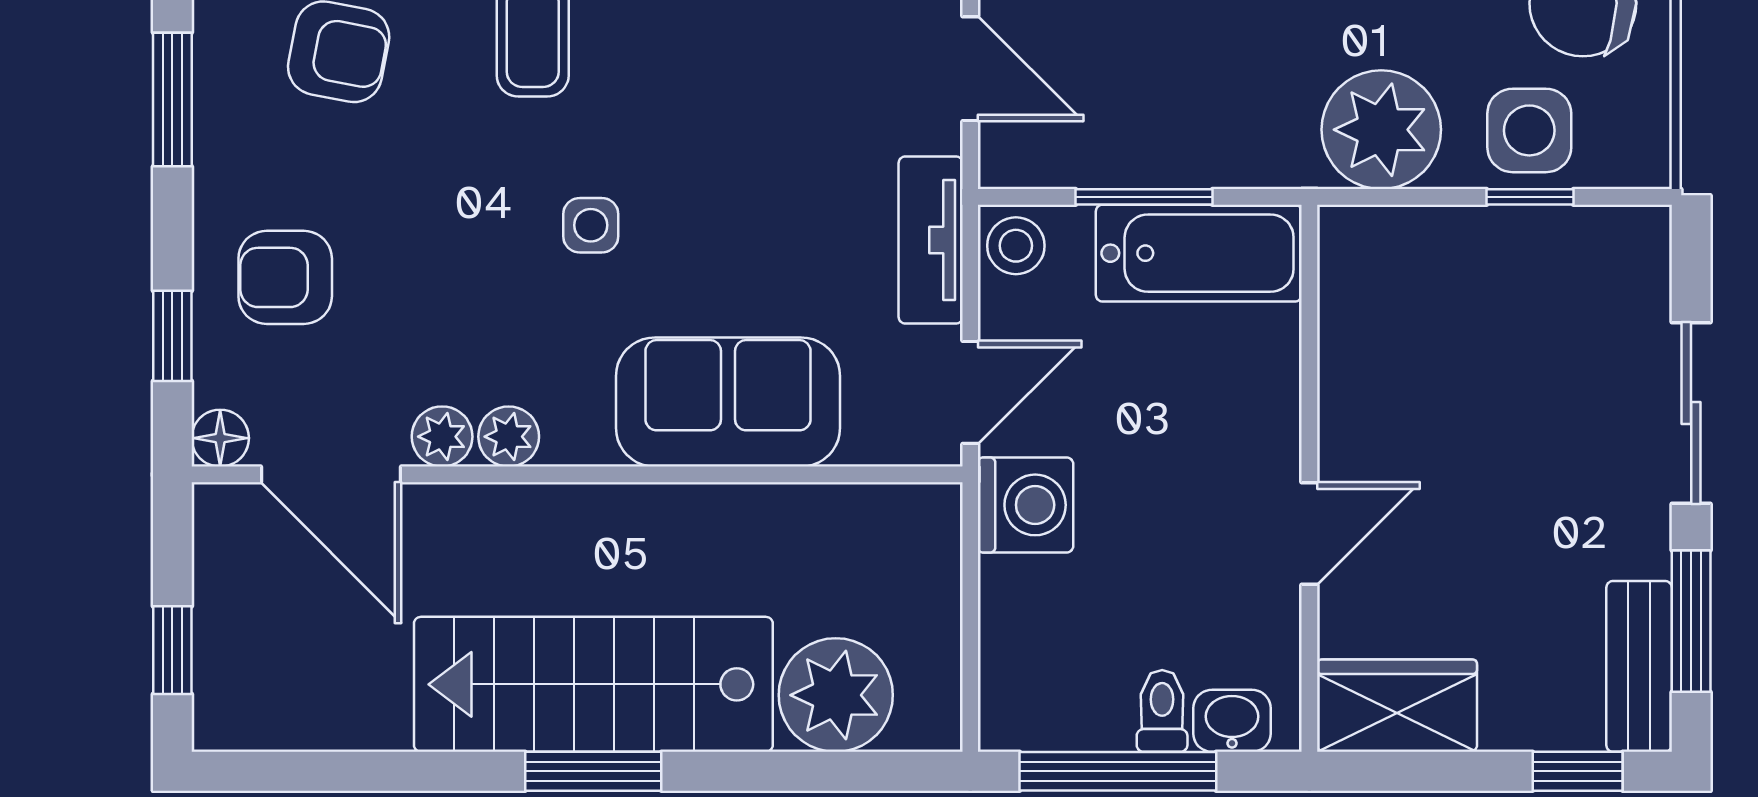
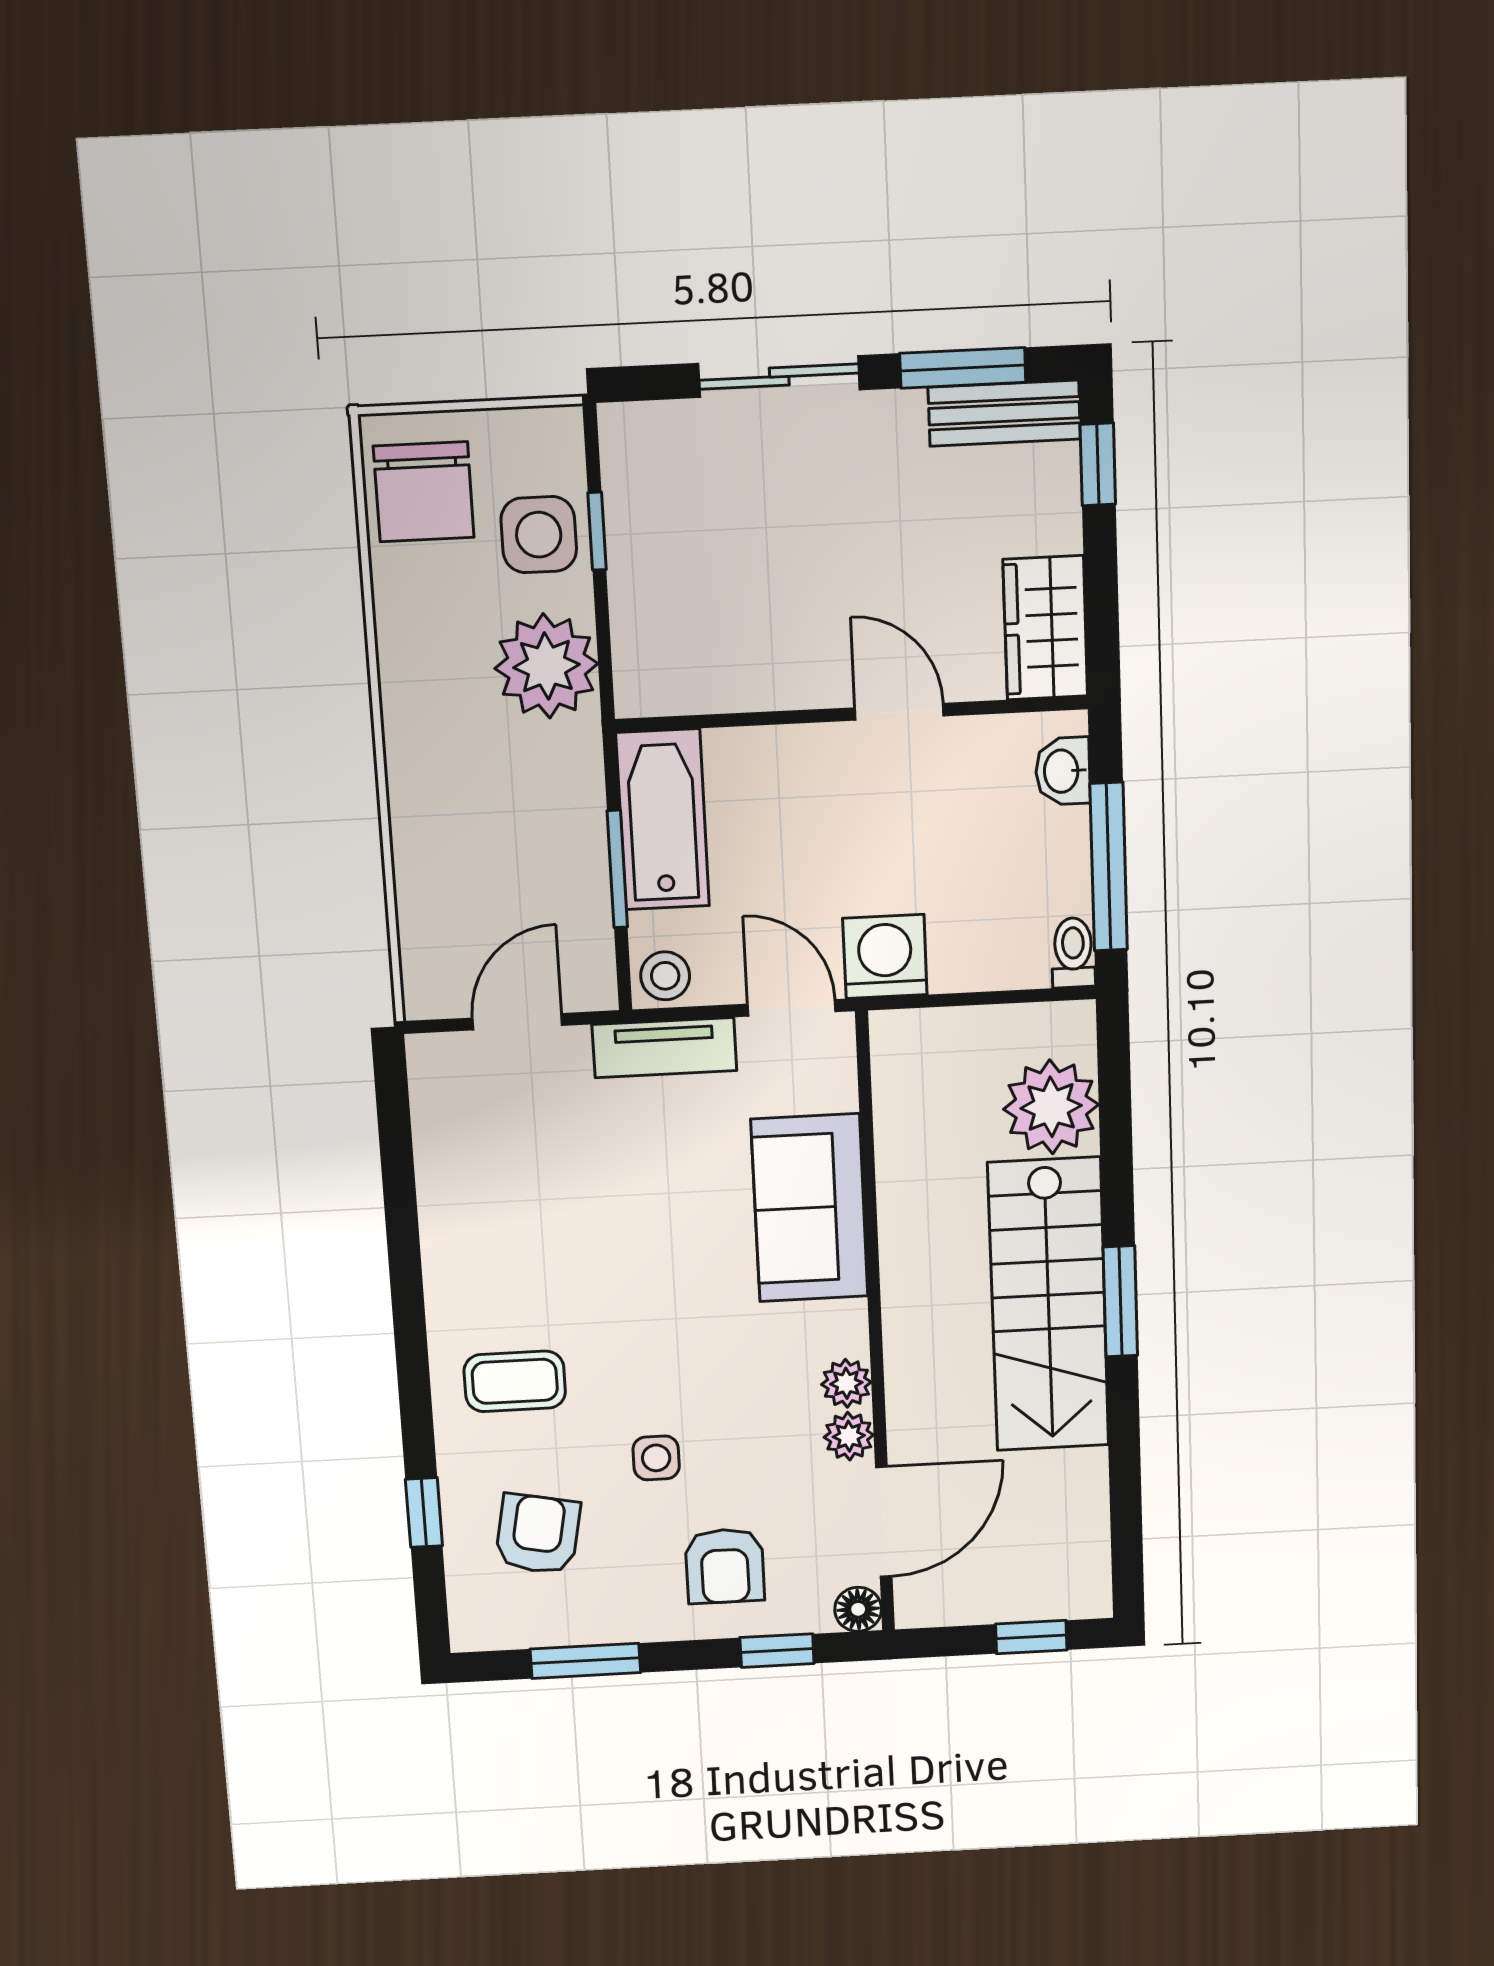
side table: (591, 225) -> (656, 1458), moved
toilet: (1162, 711) -> (1073, 953), moved, turned 90

